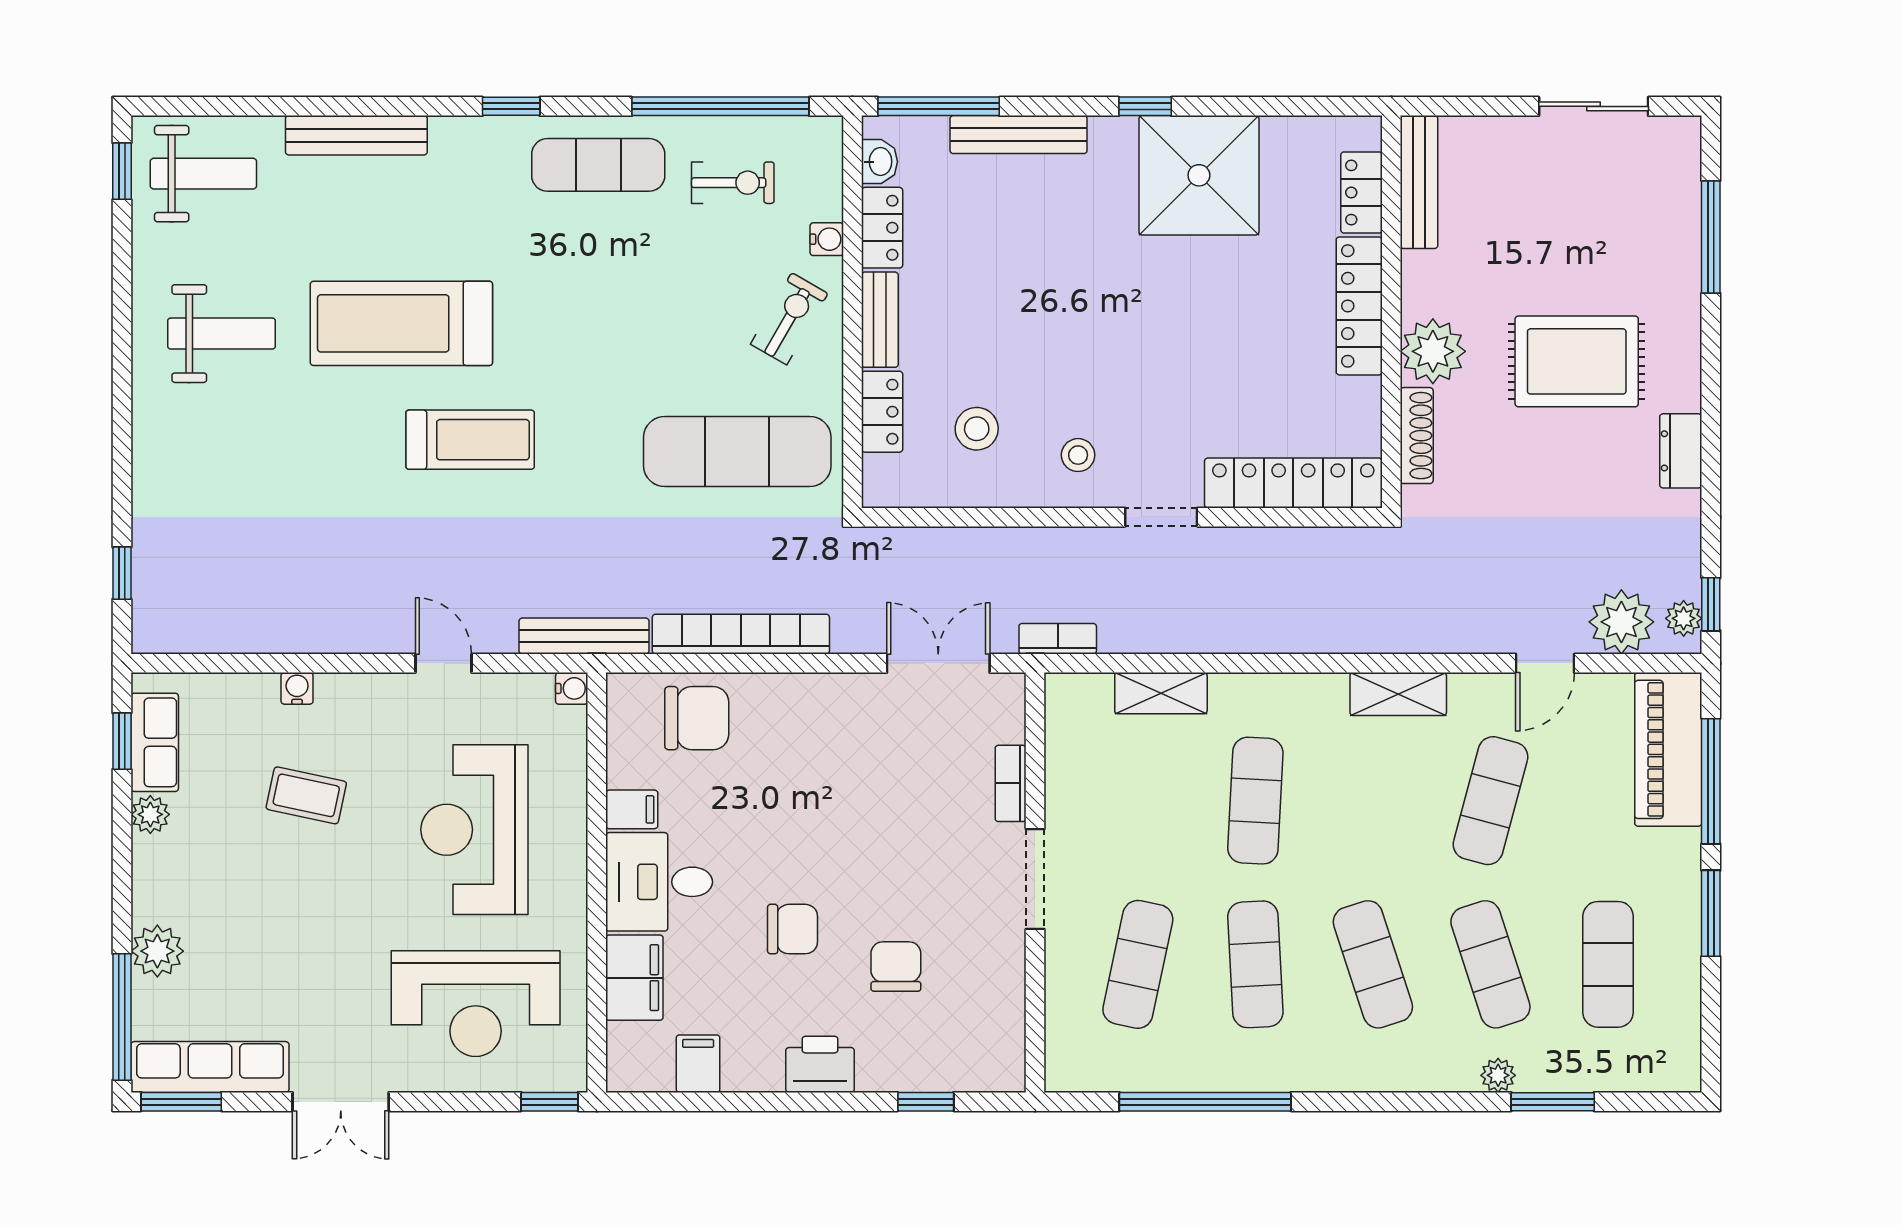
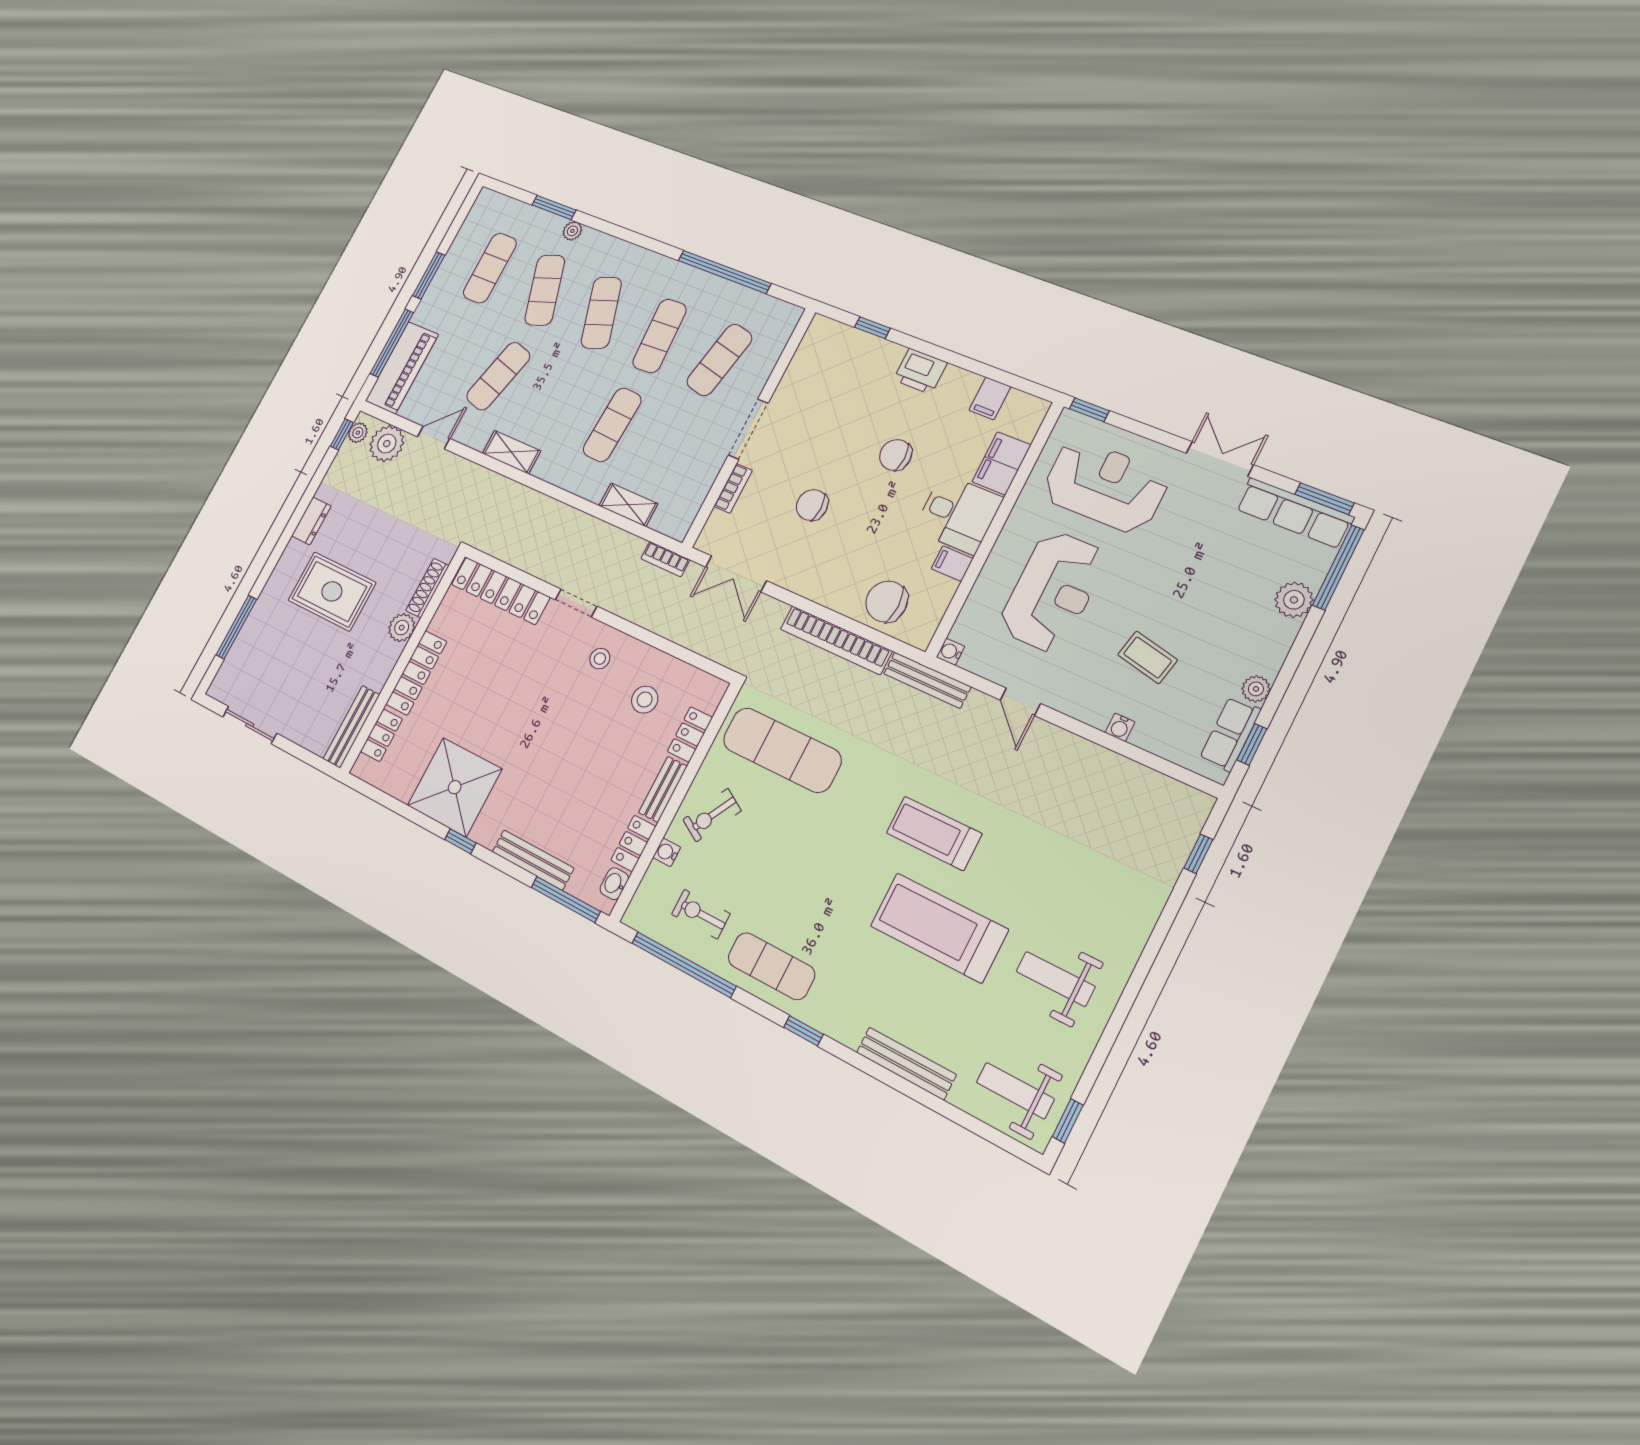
treadmill: (401, 323) -> (939, 928), turned 180
plant: (1433, 351) -> (402, 628), width x0.73, depth x0.73
chair: (896, 966) -> (812, 505), moved, turned 90

